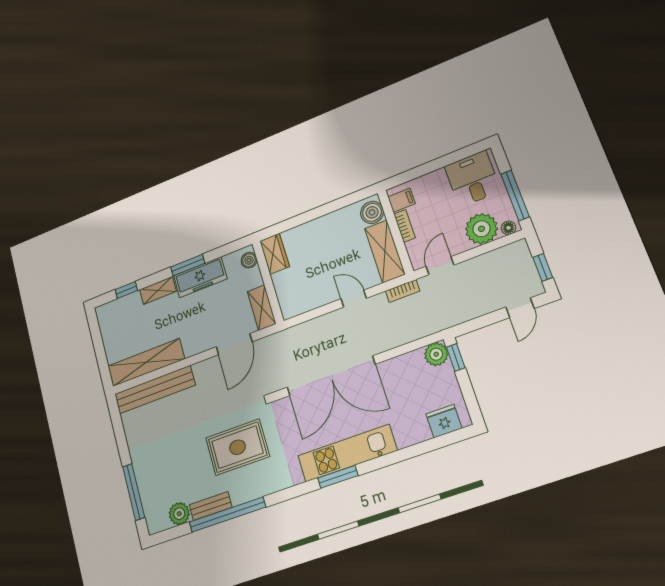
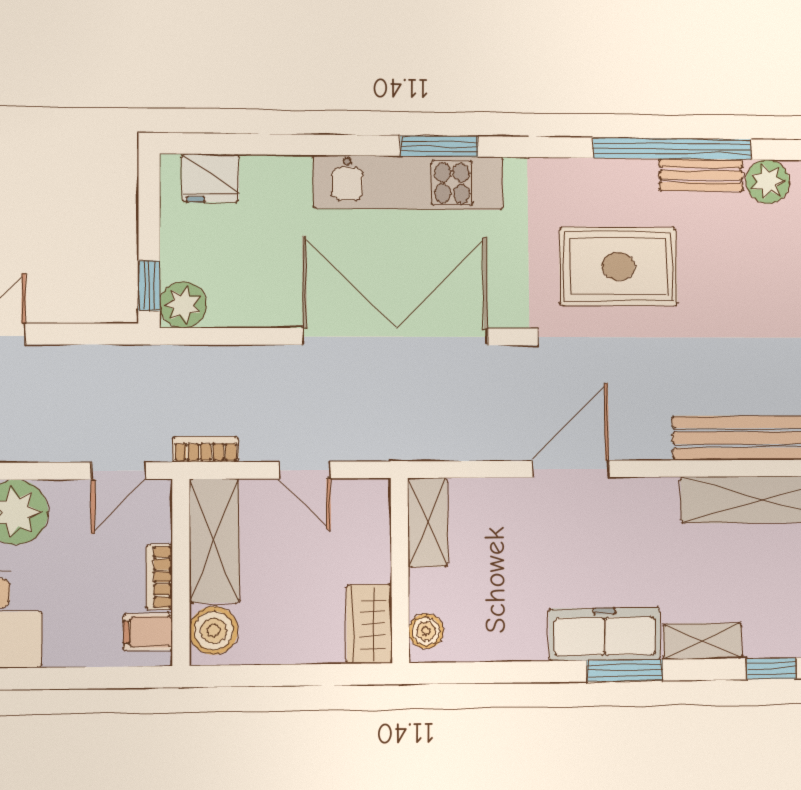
wardrobe: (274, 254) -> (369, 624), moved
boiler: (249, 260) -> (426, 631), moved
wall: (268, 282) -> (400, 570), moved
shelving: (262, 308) -> (428, 522), moved

